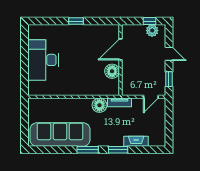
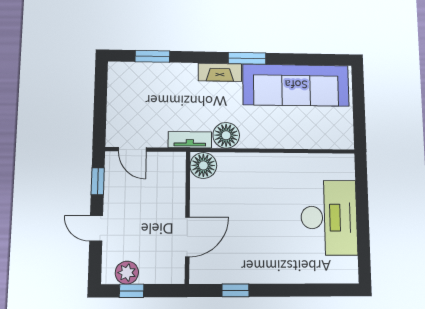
window: (76, 21) -> (235, 290), moved
floor lamp: (112, 71) -> (203, 165), moved
door: (151, 97) -> (132, 149), swing flipped
fireplace: (136, 141) -> (220, 72), moved
window: (118, 150) -> (152, 56), moved

